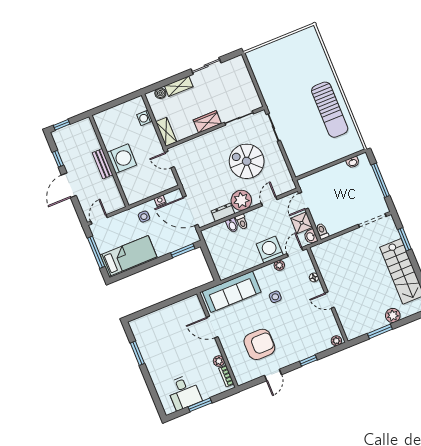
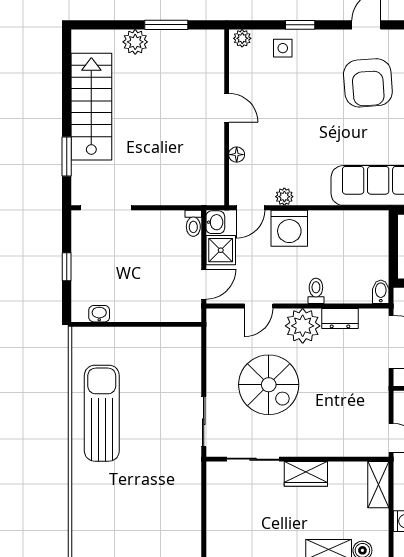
window: (380, 180) -> (67, 267), width x0.46
bidet: (232, 225) -> (381, 292), moved
side table: (275, 297) -> (283, 48), moved
armchair: (259, 344) -> (368, 83), turned -94

